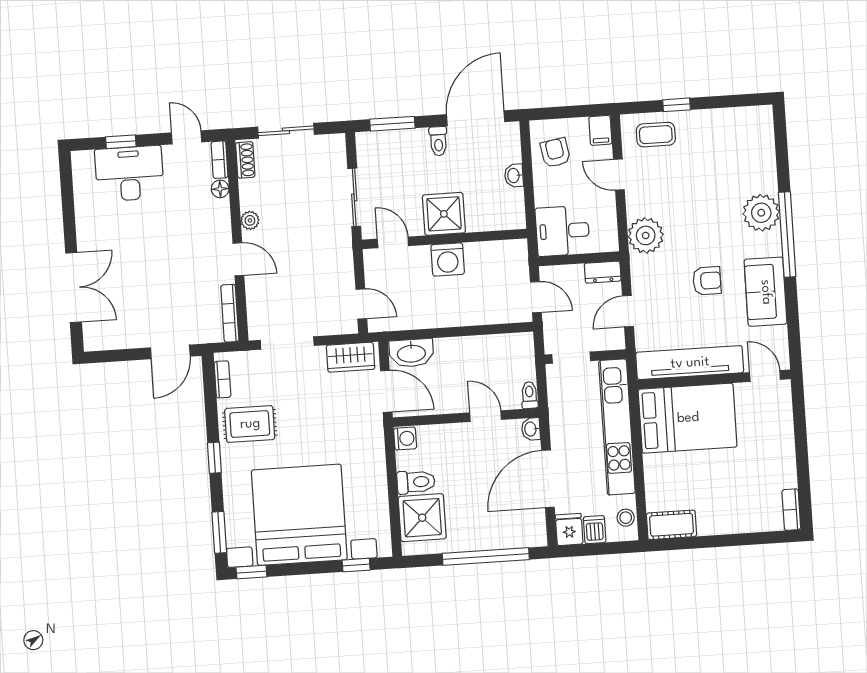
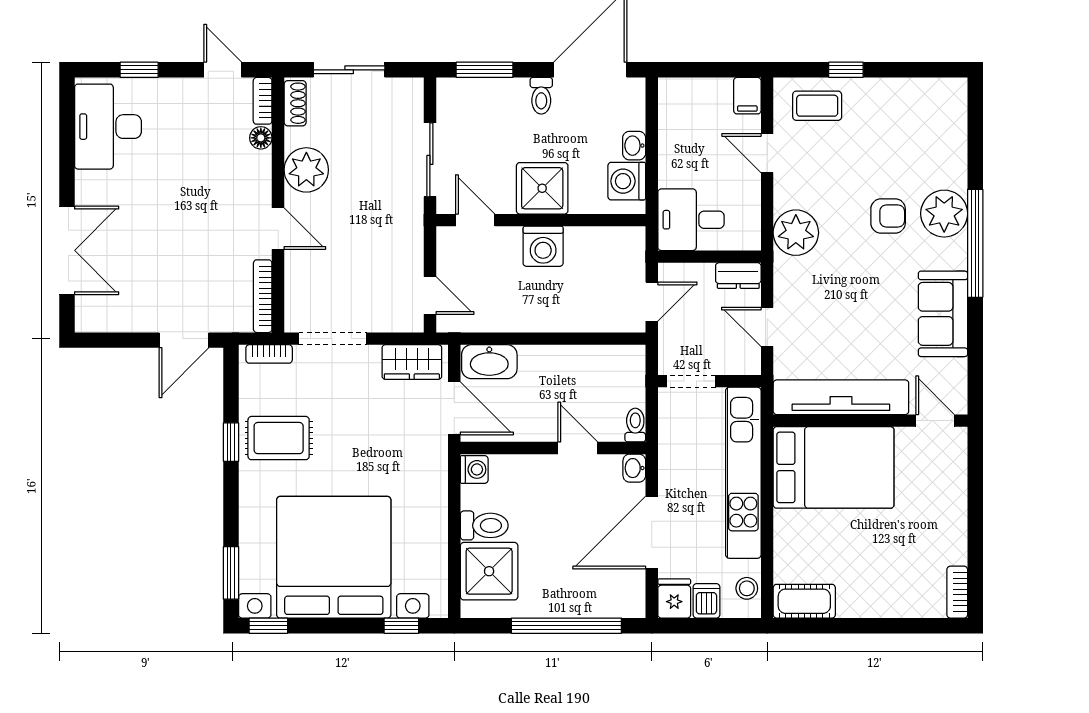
armchair: (555, 153) -> (688, 120), removed
desk: (129, 174) -> (108, 127), moved, turned -90
washing machine: (510, 204) -> (627, 181), added
plant: (250, 220) -> (306, 170), width x1.87, depth x1.87
armchair: (707, 281) -> (888, 216), moved
door: (536, 297) -> (652, 302), hinge flipped
door: (628, 311) -> (767, 327), hinge flipped
bookcase: (222, 379) -> (269, 354), moved, turned 90
window: (214, 458) -> (231, 442), moved

